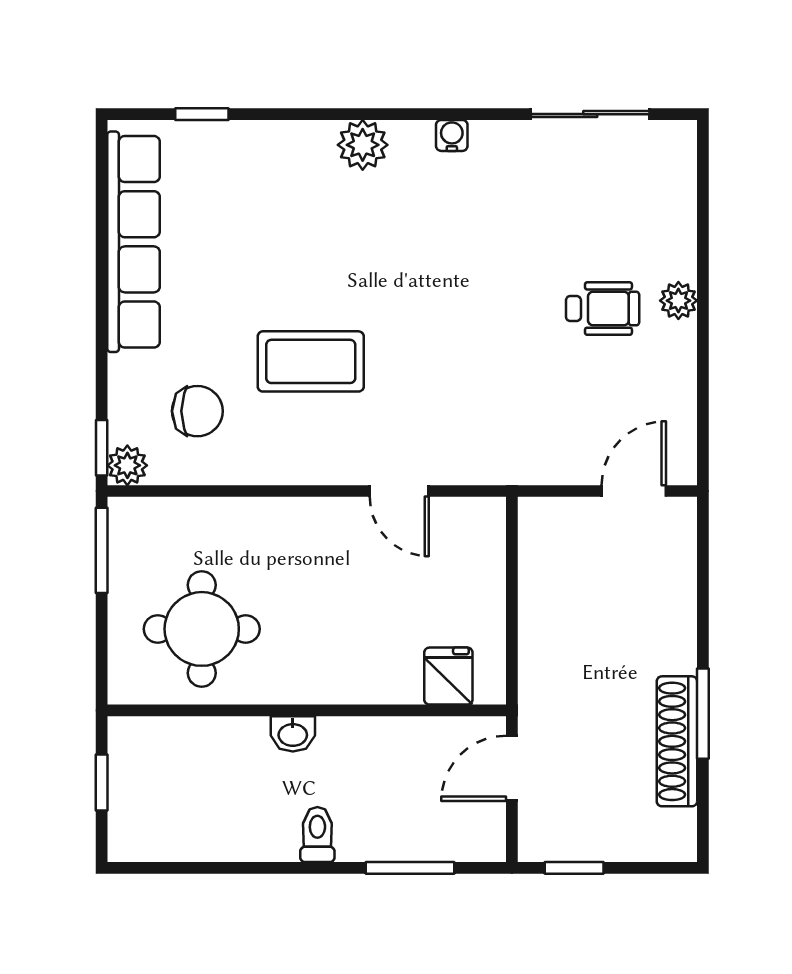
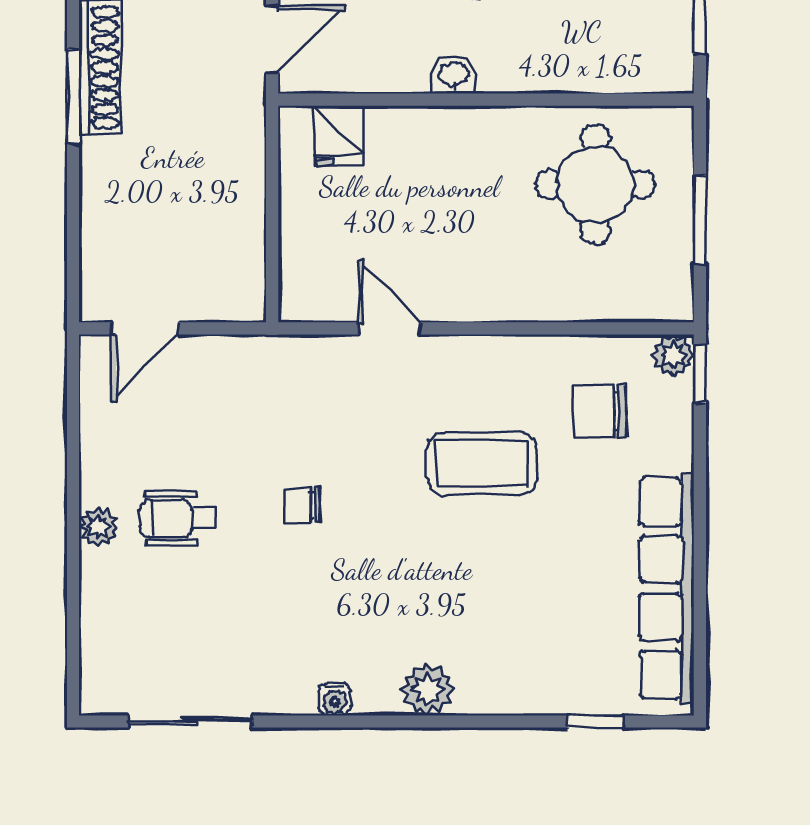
chair: (483, 322) -> (302, 505), added
window: (102, 550) -> (700, 220), moved
washbasin: (293, 734) -> (454, 75), moved

